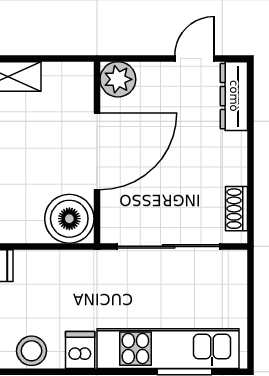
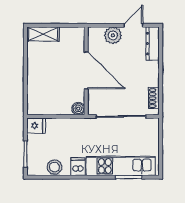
plant: (118, 79) -> (113, 35), moved
door: (97, 151) -> (86, 70), hinge flipped
boiler: (69, 219) -> (78, 109), width x0.54, depth x0.54

